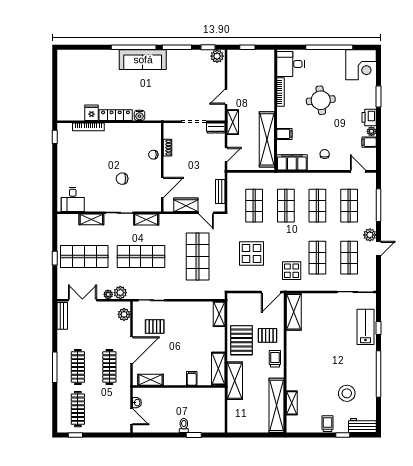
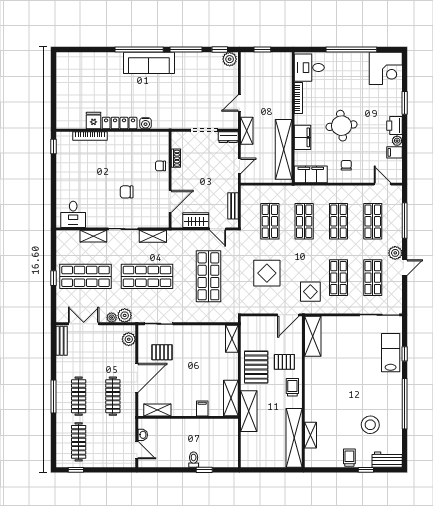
round table: (321, 100) -> (342, 126), moved
filing cabinet: (284, 134) -> (303, 137), width x2.00

